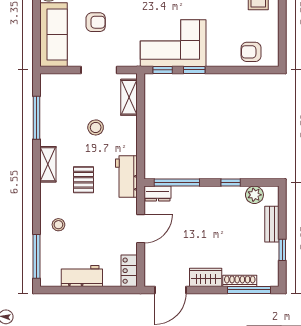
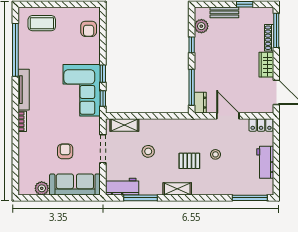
workbench: (126, 177) -> (122, 187), moved, turned 180
stool: (58, 225) -> (215, 154), moved

